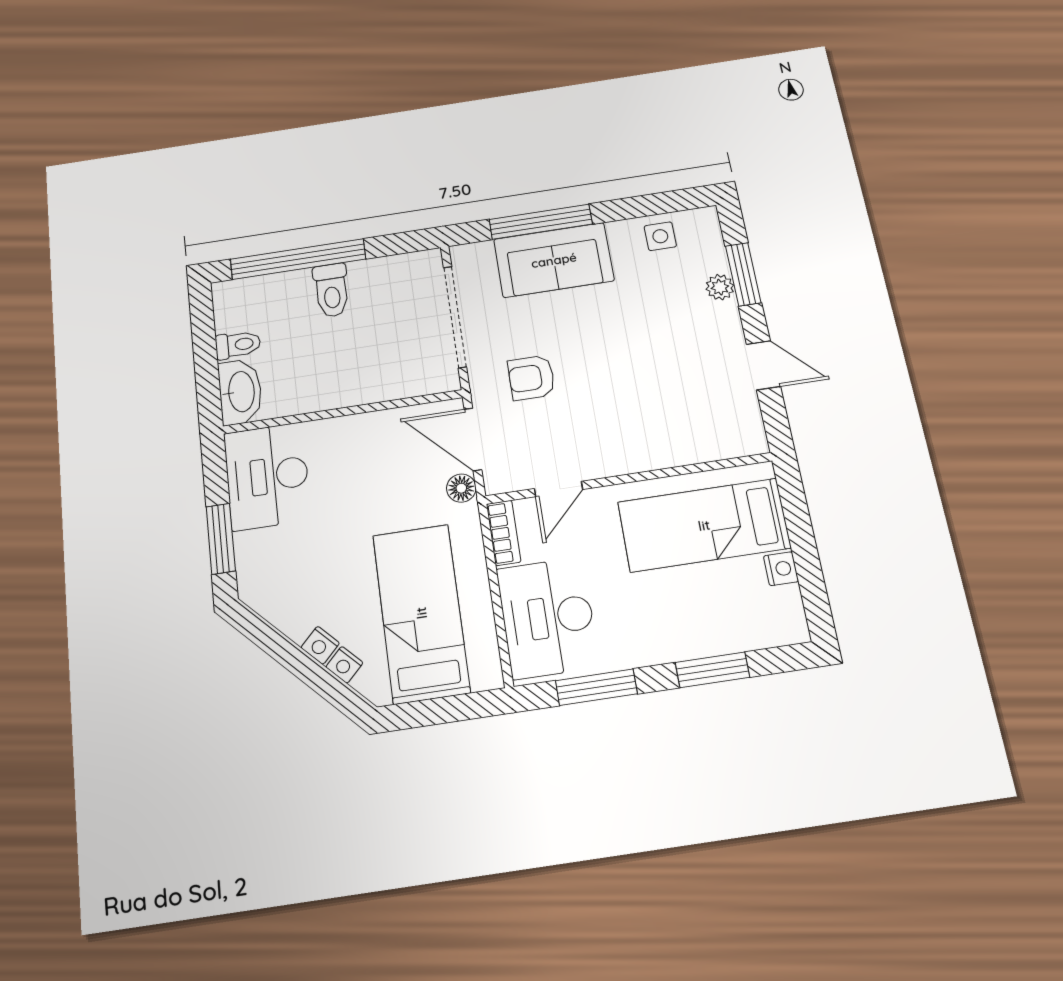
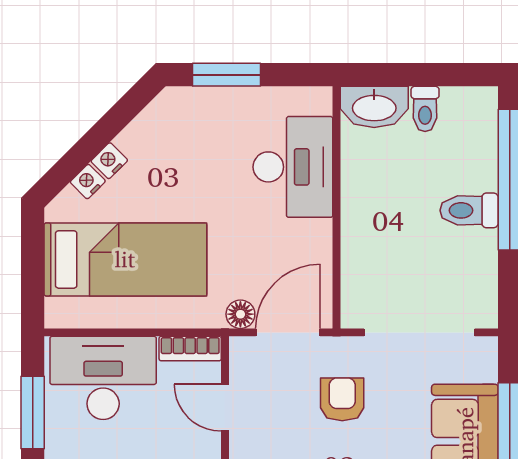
desk: (267, 476) -> (293, 167), moved, turned 90

